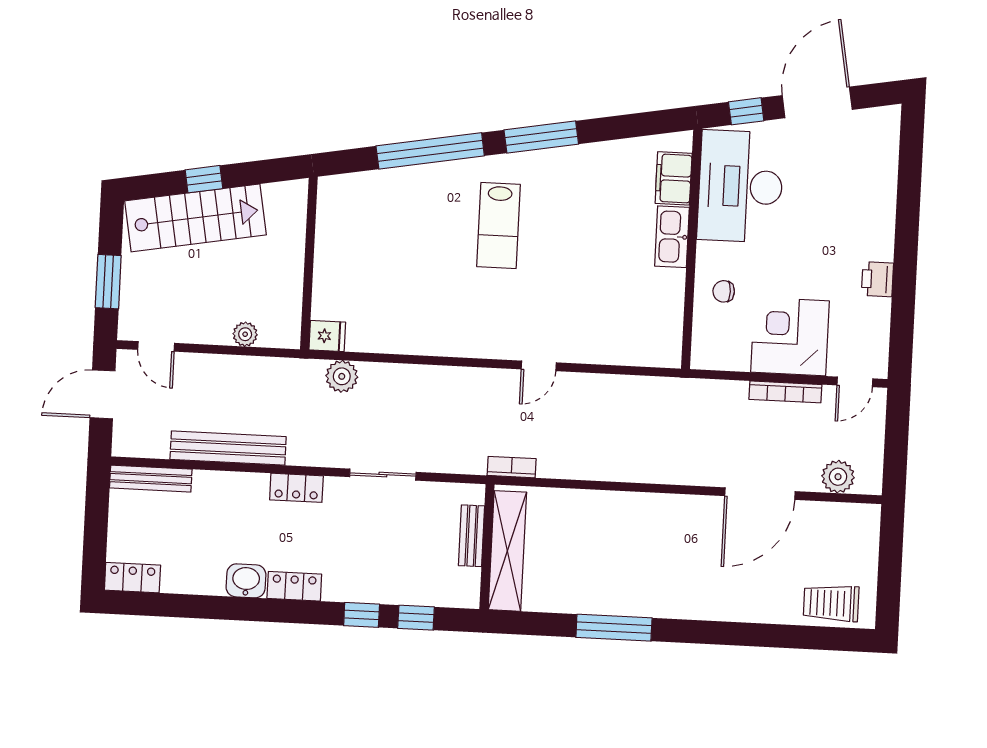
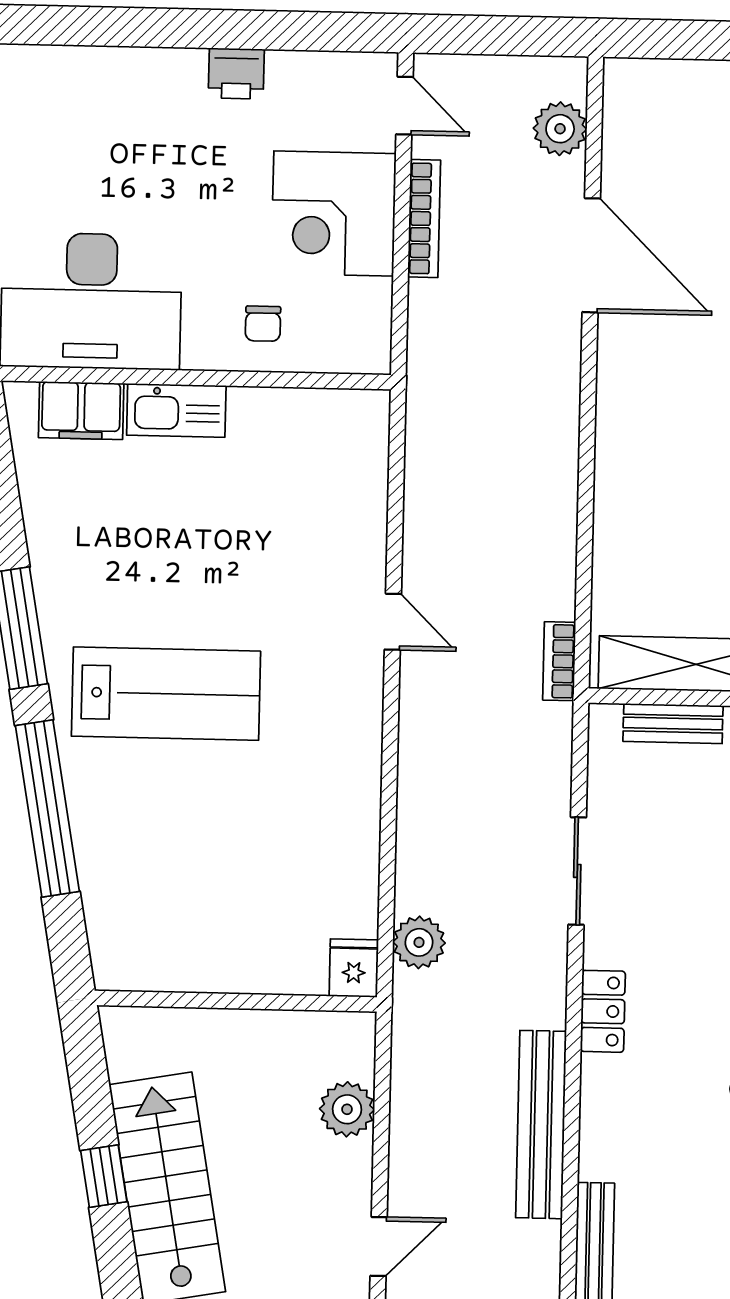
lab bench: (499, 226) -> (166, 694), width x1.36, depth x1.39
plant: (245, 334) -> (347, 1109), width x1.38, depth x1.38

